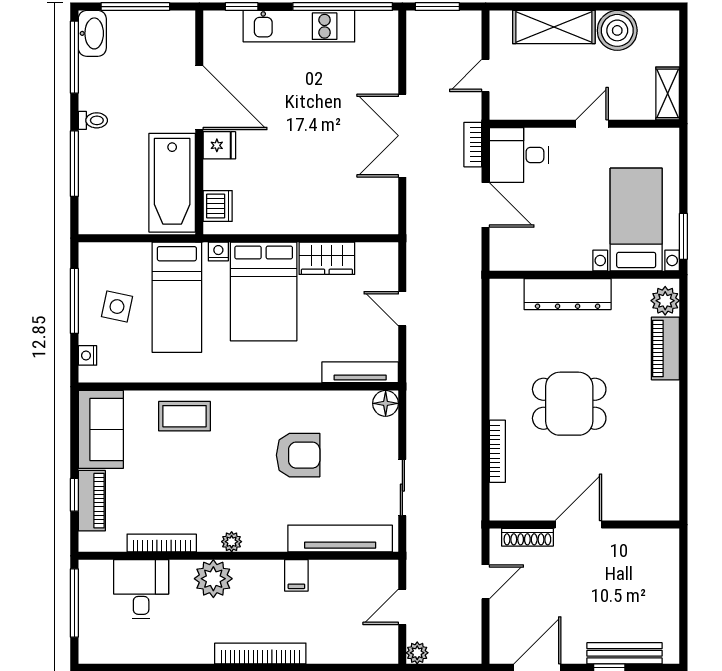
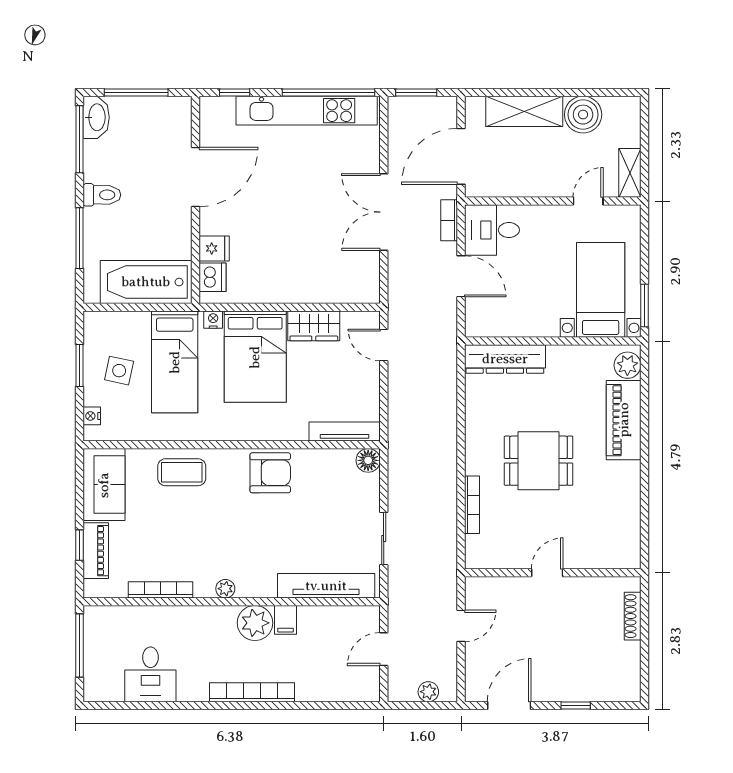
kitchen unit: (299, 26) -> (307, 111), width x1.36
door: (486, 75) -> (461, 156), width x1.87
door: (199, 98) -> (195, 177), hinge flipped
toilet: (93, 120) -> (102, 195), width x1.37, depth x1.39
door: (592, 124) -> (588, 201), moved
fridge: (219, 145) -> (214, 248), moved
bathtub: (172, 183) -> (146, 282), moved, turned 90
dresser: (568, 294) -> (505, 359), moved
window: (74, 301) -> (80, 365), width x0.69
door: (402, 309) -> (384, 345), moved
piano: (665, 348) -> (624, 420), width x1.37, depth x1.33
armchair: (298, 455) -> (270, 473), moved
door: (578, 525) -> (547, 573), width x0.73
shoe rack: (527, 537) -> (633, 616), moved, turned 90
plant: (213, 579) -> (255, 623), moved
desk: (141, 589) -> (150, 674), moved, turned 180
plant: (417, 653) -> (428, 692), moved
bench: (624, 653) -> (590, 692), removed

